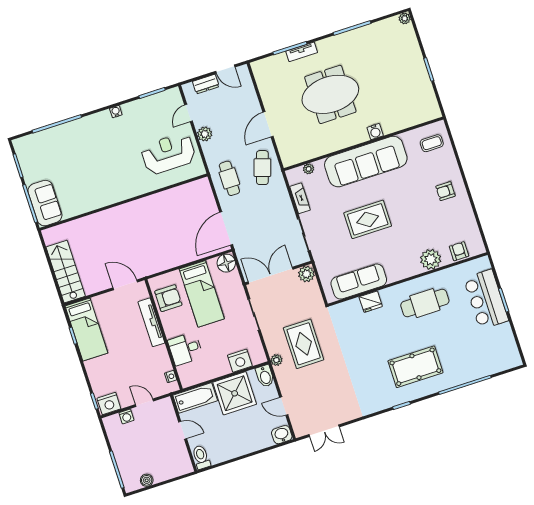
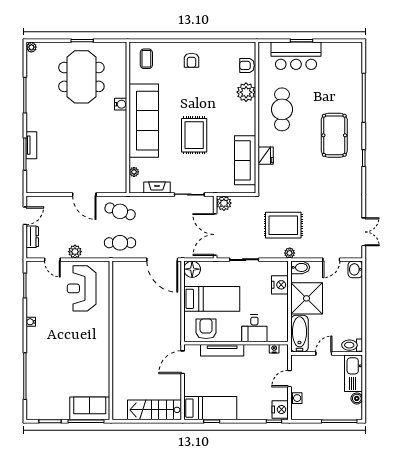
meeting table: (330, 94) -> (81, 77), moved
kitchen sink: (172, 468) -> (354, 373), added

